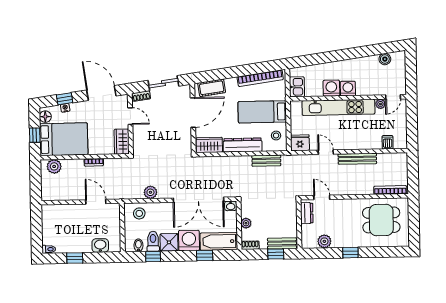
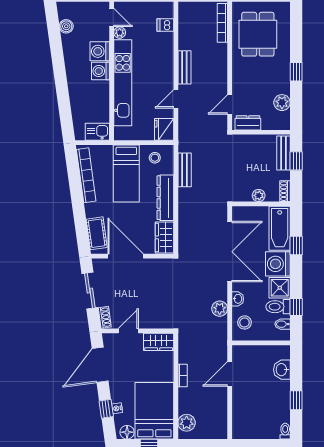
washing machine: (331, 88) -> (100, 51), moved
bench: (357, 159) -> (184, 67), width x0.73
washbasin: (231, 206) -> (238, 299), moved

